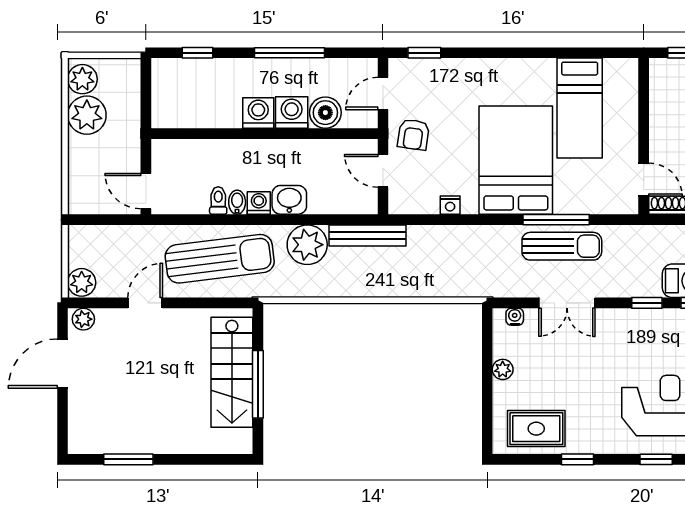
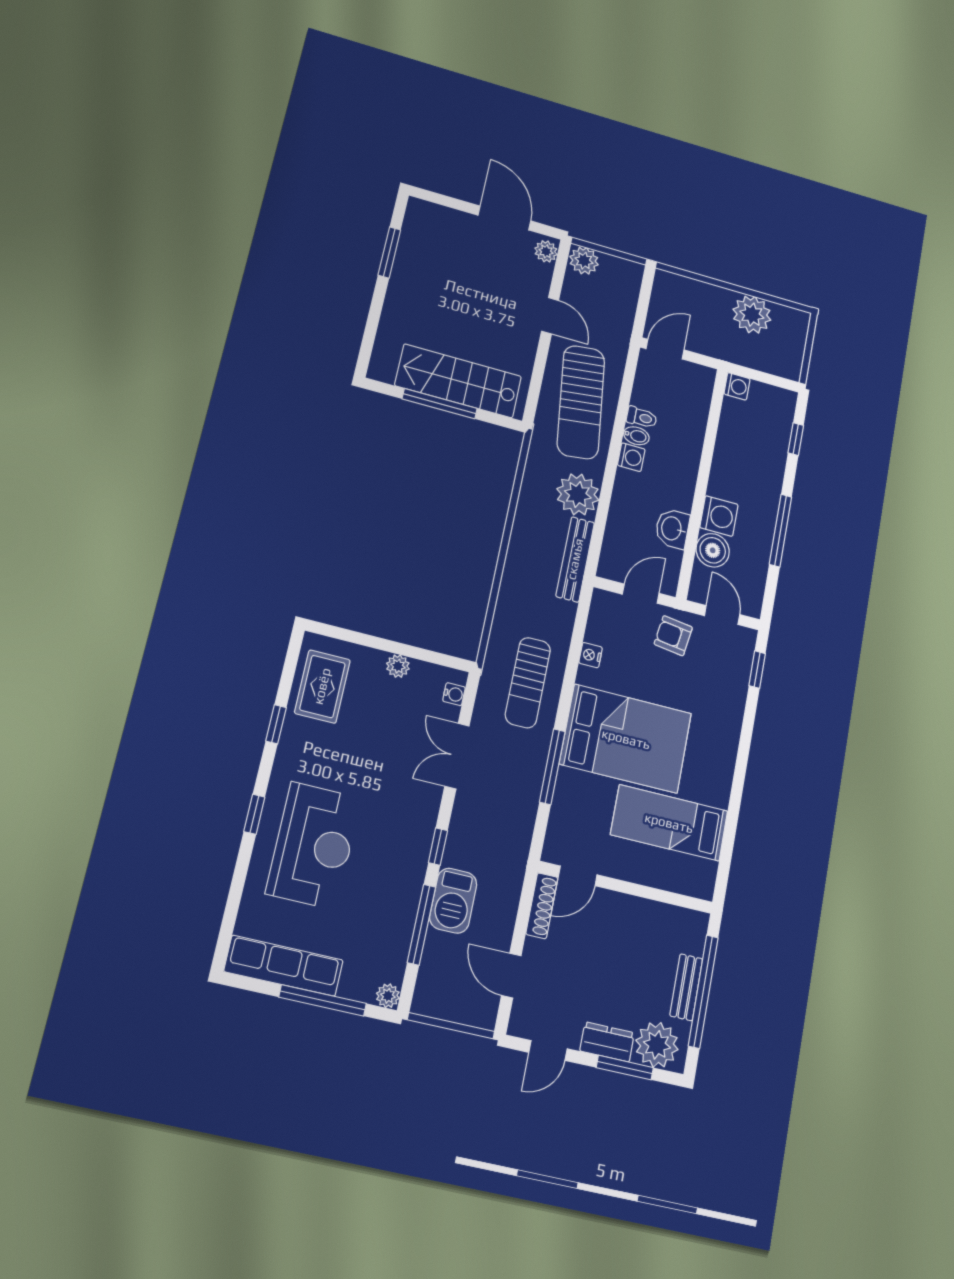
plant: (82, 79) -> (788, 321), removed
washing machine: (258, 113) -> (737, 386), moved, width x0.73, depth x0.73
washbasin: (289, 200) -> (672, 529), moved, turned 180
sun lounger: (562, 246) -> (528, 683), moved

